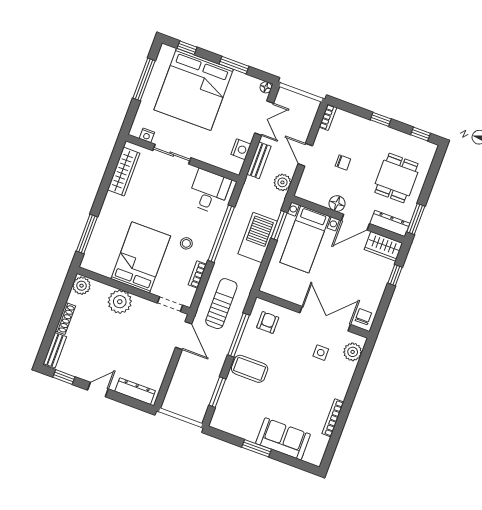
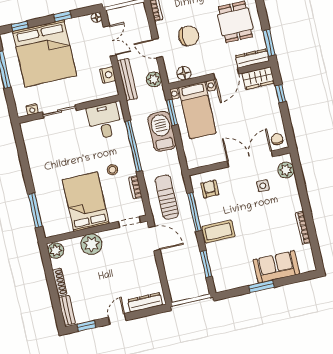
window: (234, 65) -> (62, 16), width x0.67
bench: (259, 160) -> (127, 80), width x1.36
chair: (343, 162) -> (189, 36), width x1.87, depth x1.87
wardrobe: (124, 171) -> (32, 147), removed
floor lamp: (337, 203) -> (184, 73), moved

